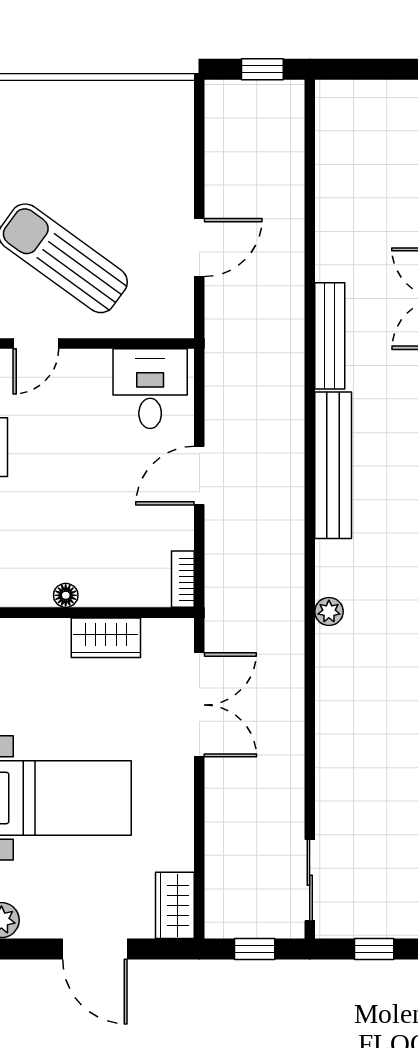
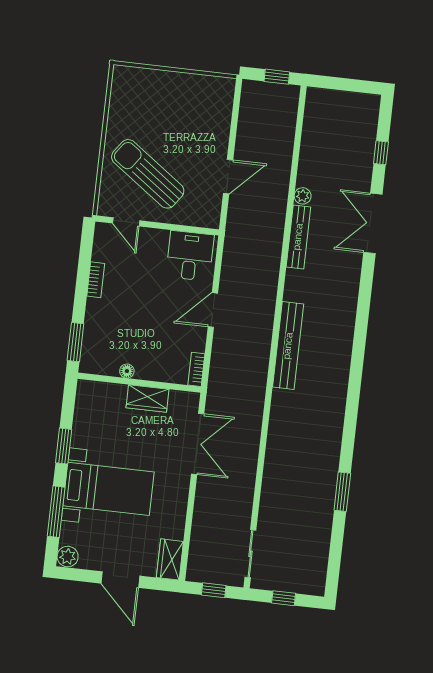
door: (36, 343) -> (126, 222), hinge flipped
bench: (333, 465) -> (288, 346), moved
plant: (329, 612) -> (303, 196), moved

